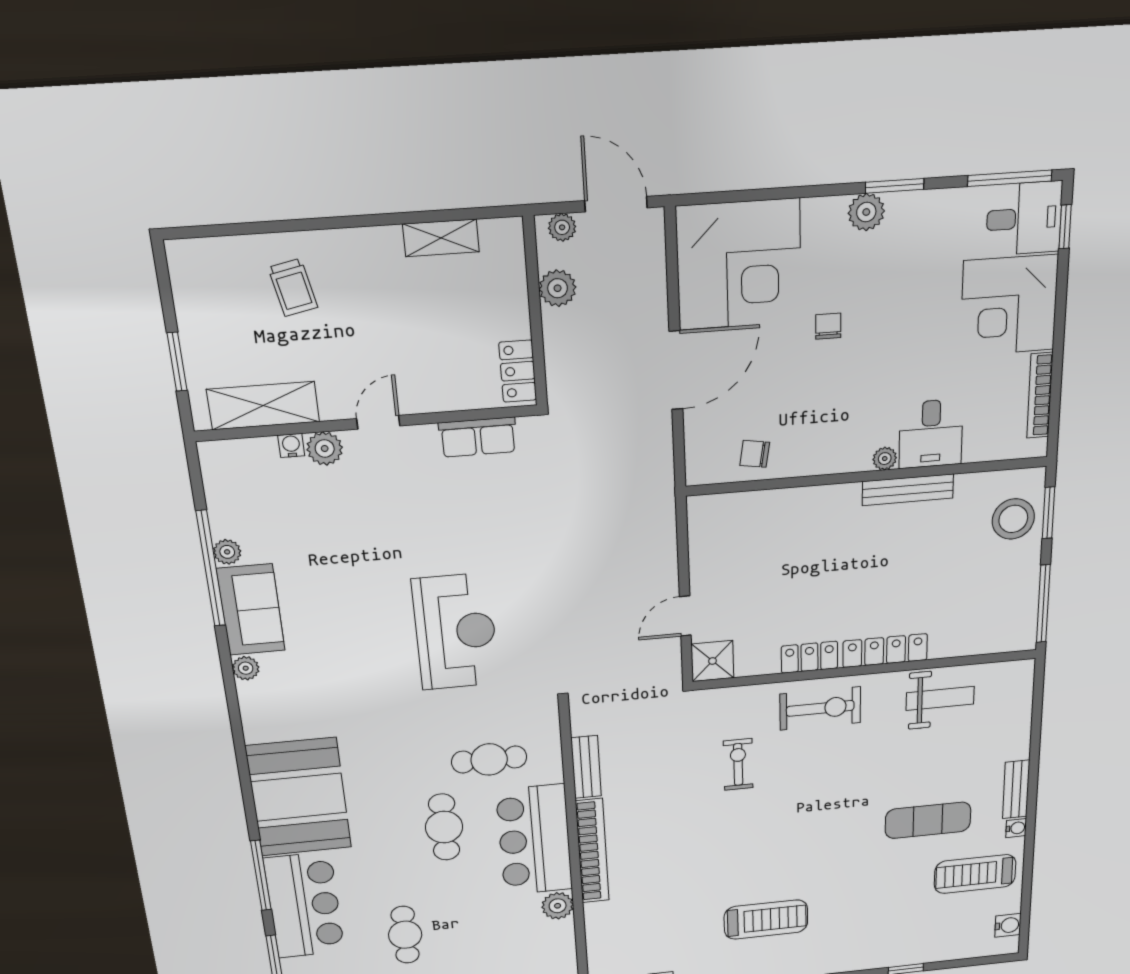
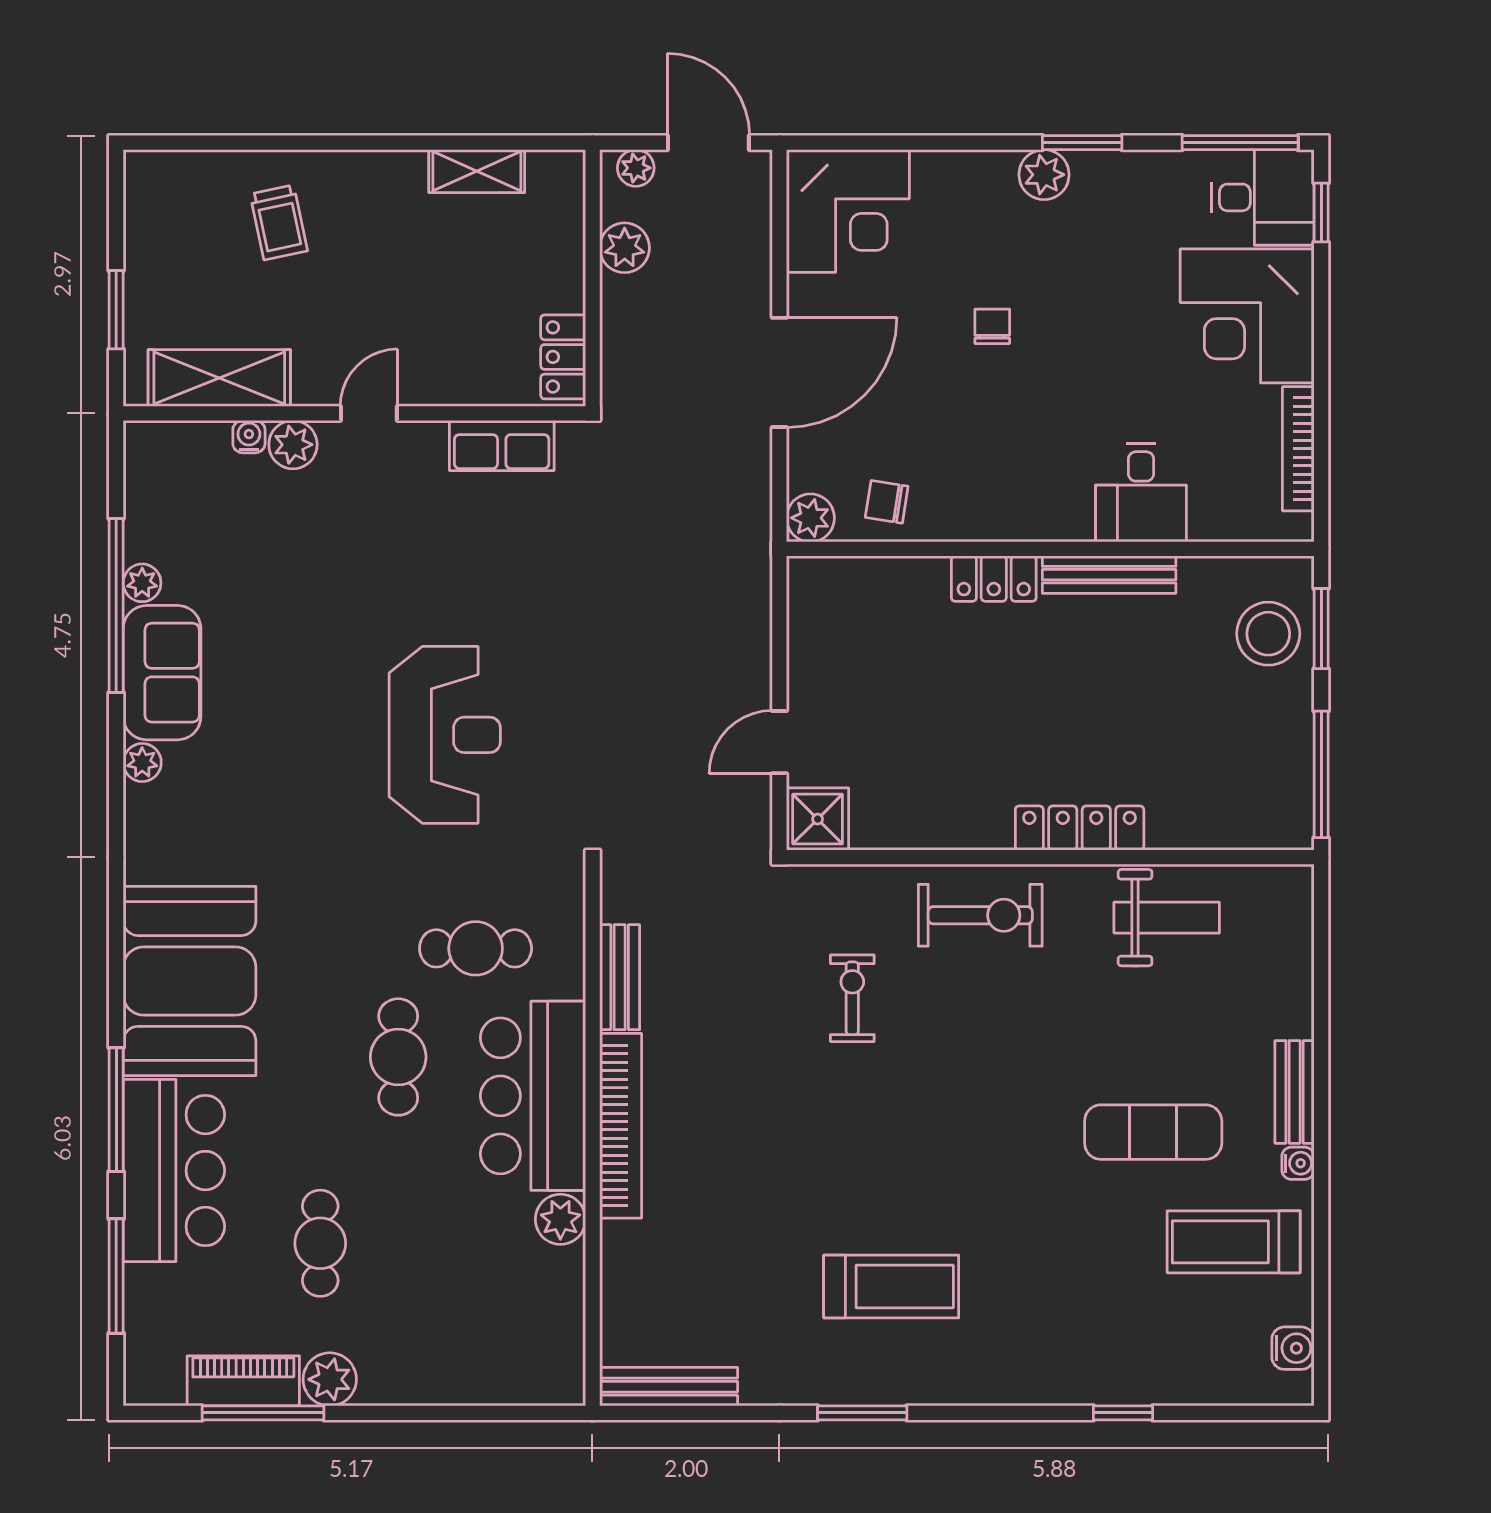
corner desk: (739, 265) -> (848, 211), width x0.74, depth x0.74
plant: (885, 459) -> (810, 518), moved, width x1.38, depth x1.38
locker: (809, 657) -> (994, 579), moved, turned 180

